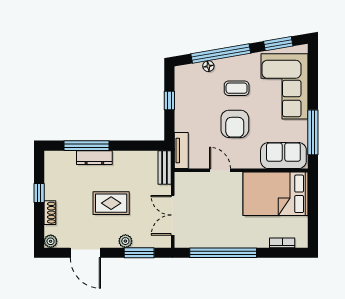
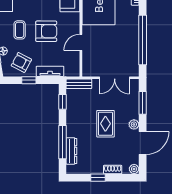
armchair: (193, 91) -> (21, 62), added
window: (140, 146) -> (62, 102), added
tv unit: (181, 150) -> (50, 71), moved
dresser: (94, 158) -> (71, 151), moved
plant: (125, 241) -> (134, 124), moved

